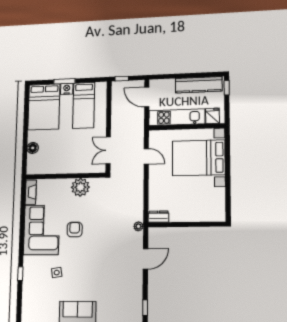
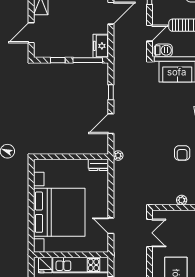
bed with nightstands: (199, 158) -> (59, 212), width x1.36
plant: (80, 187) -> (182, 200), width x0.53, depth x0.53
window: (145, 308) -> (111, 92), moved

